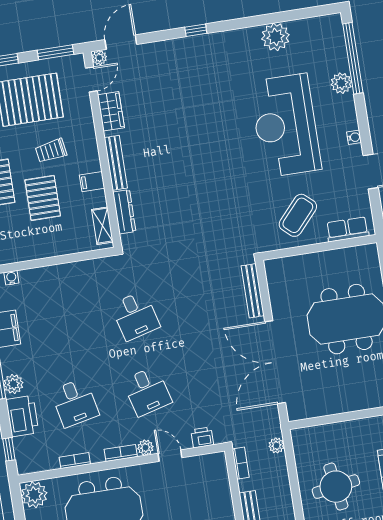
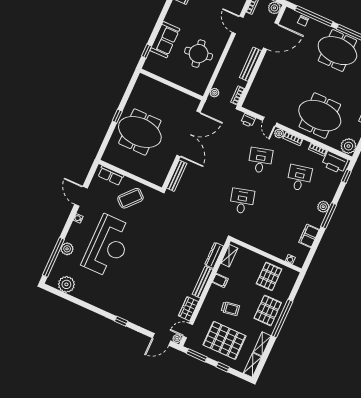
plant: (275, 37) -> (66, 284), moved
pallet: (43, 198) -> (269, 276), moved
printer: (22, 416) -> (335, 162), moved, turned -90

